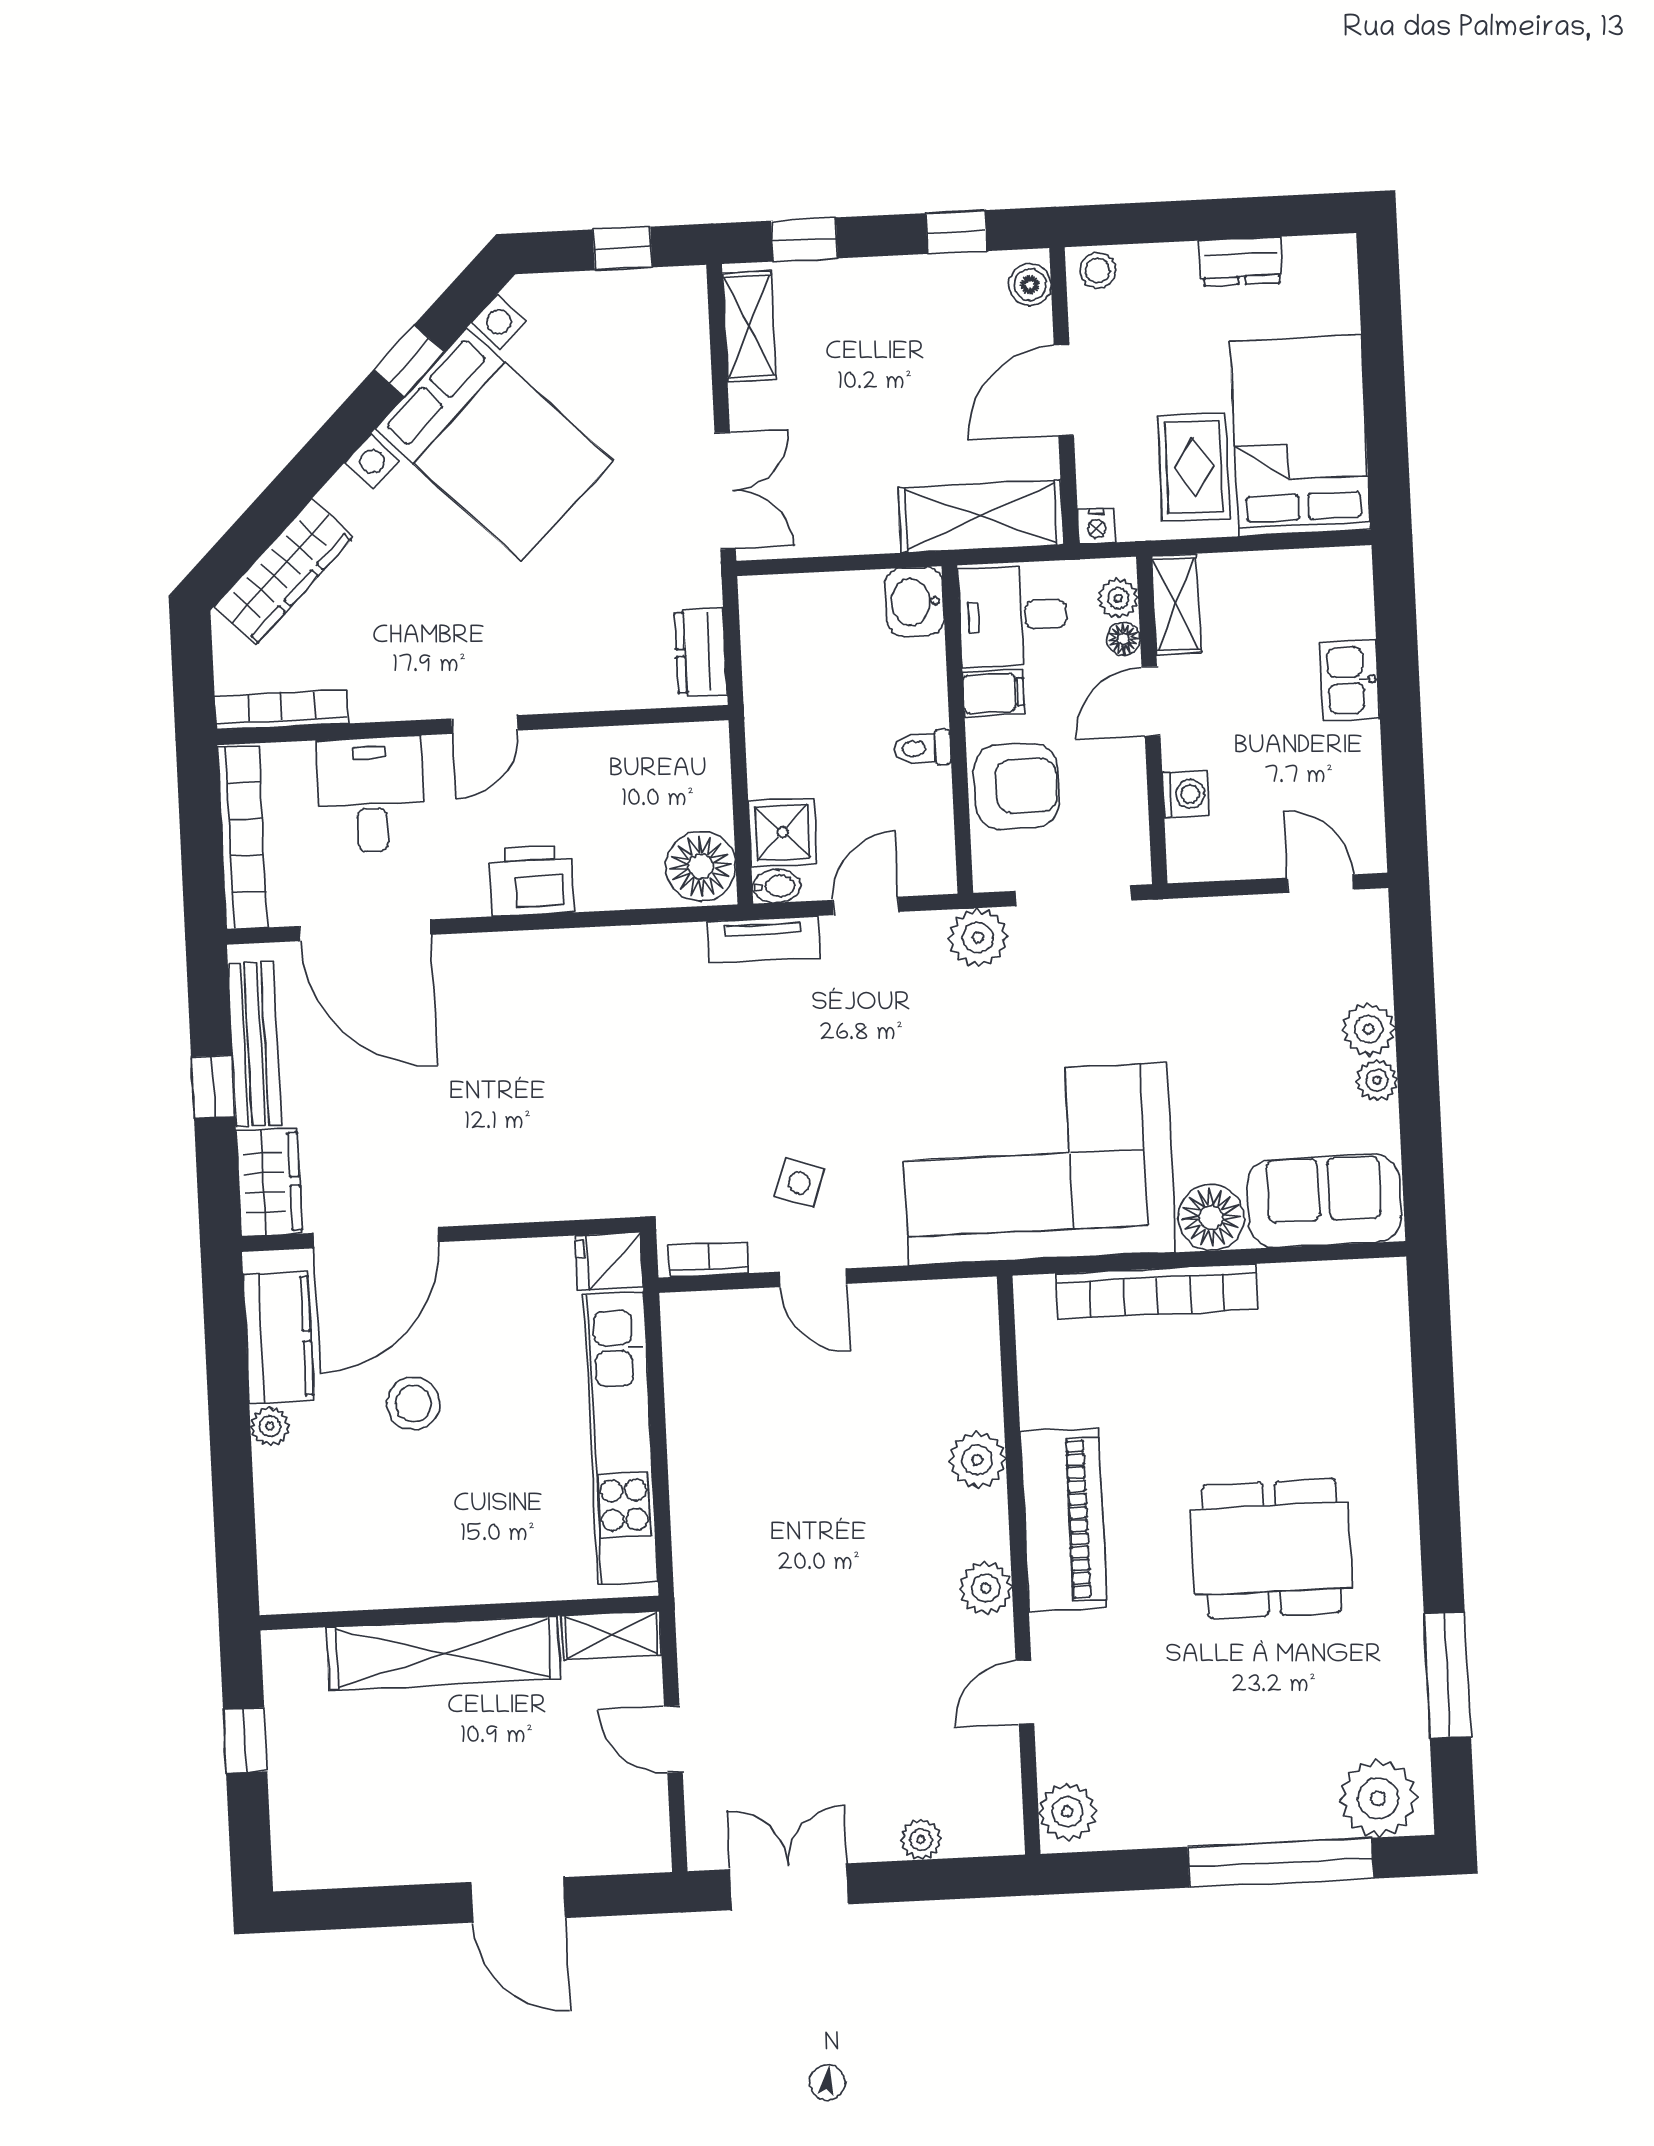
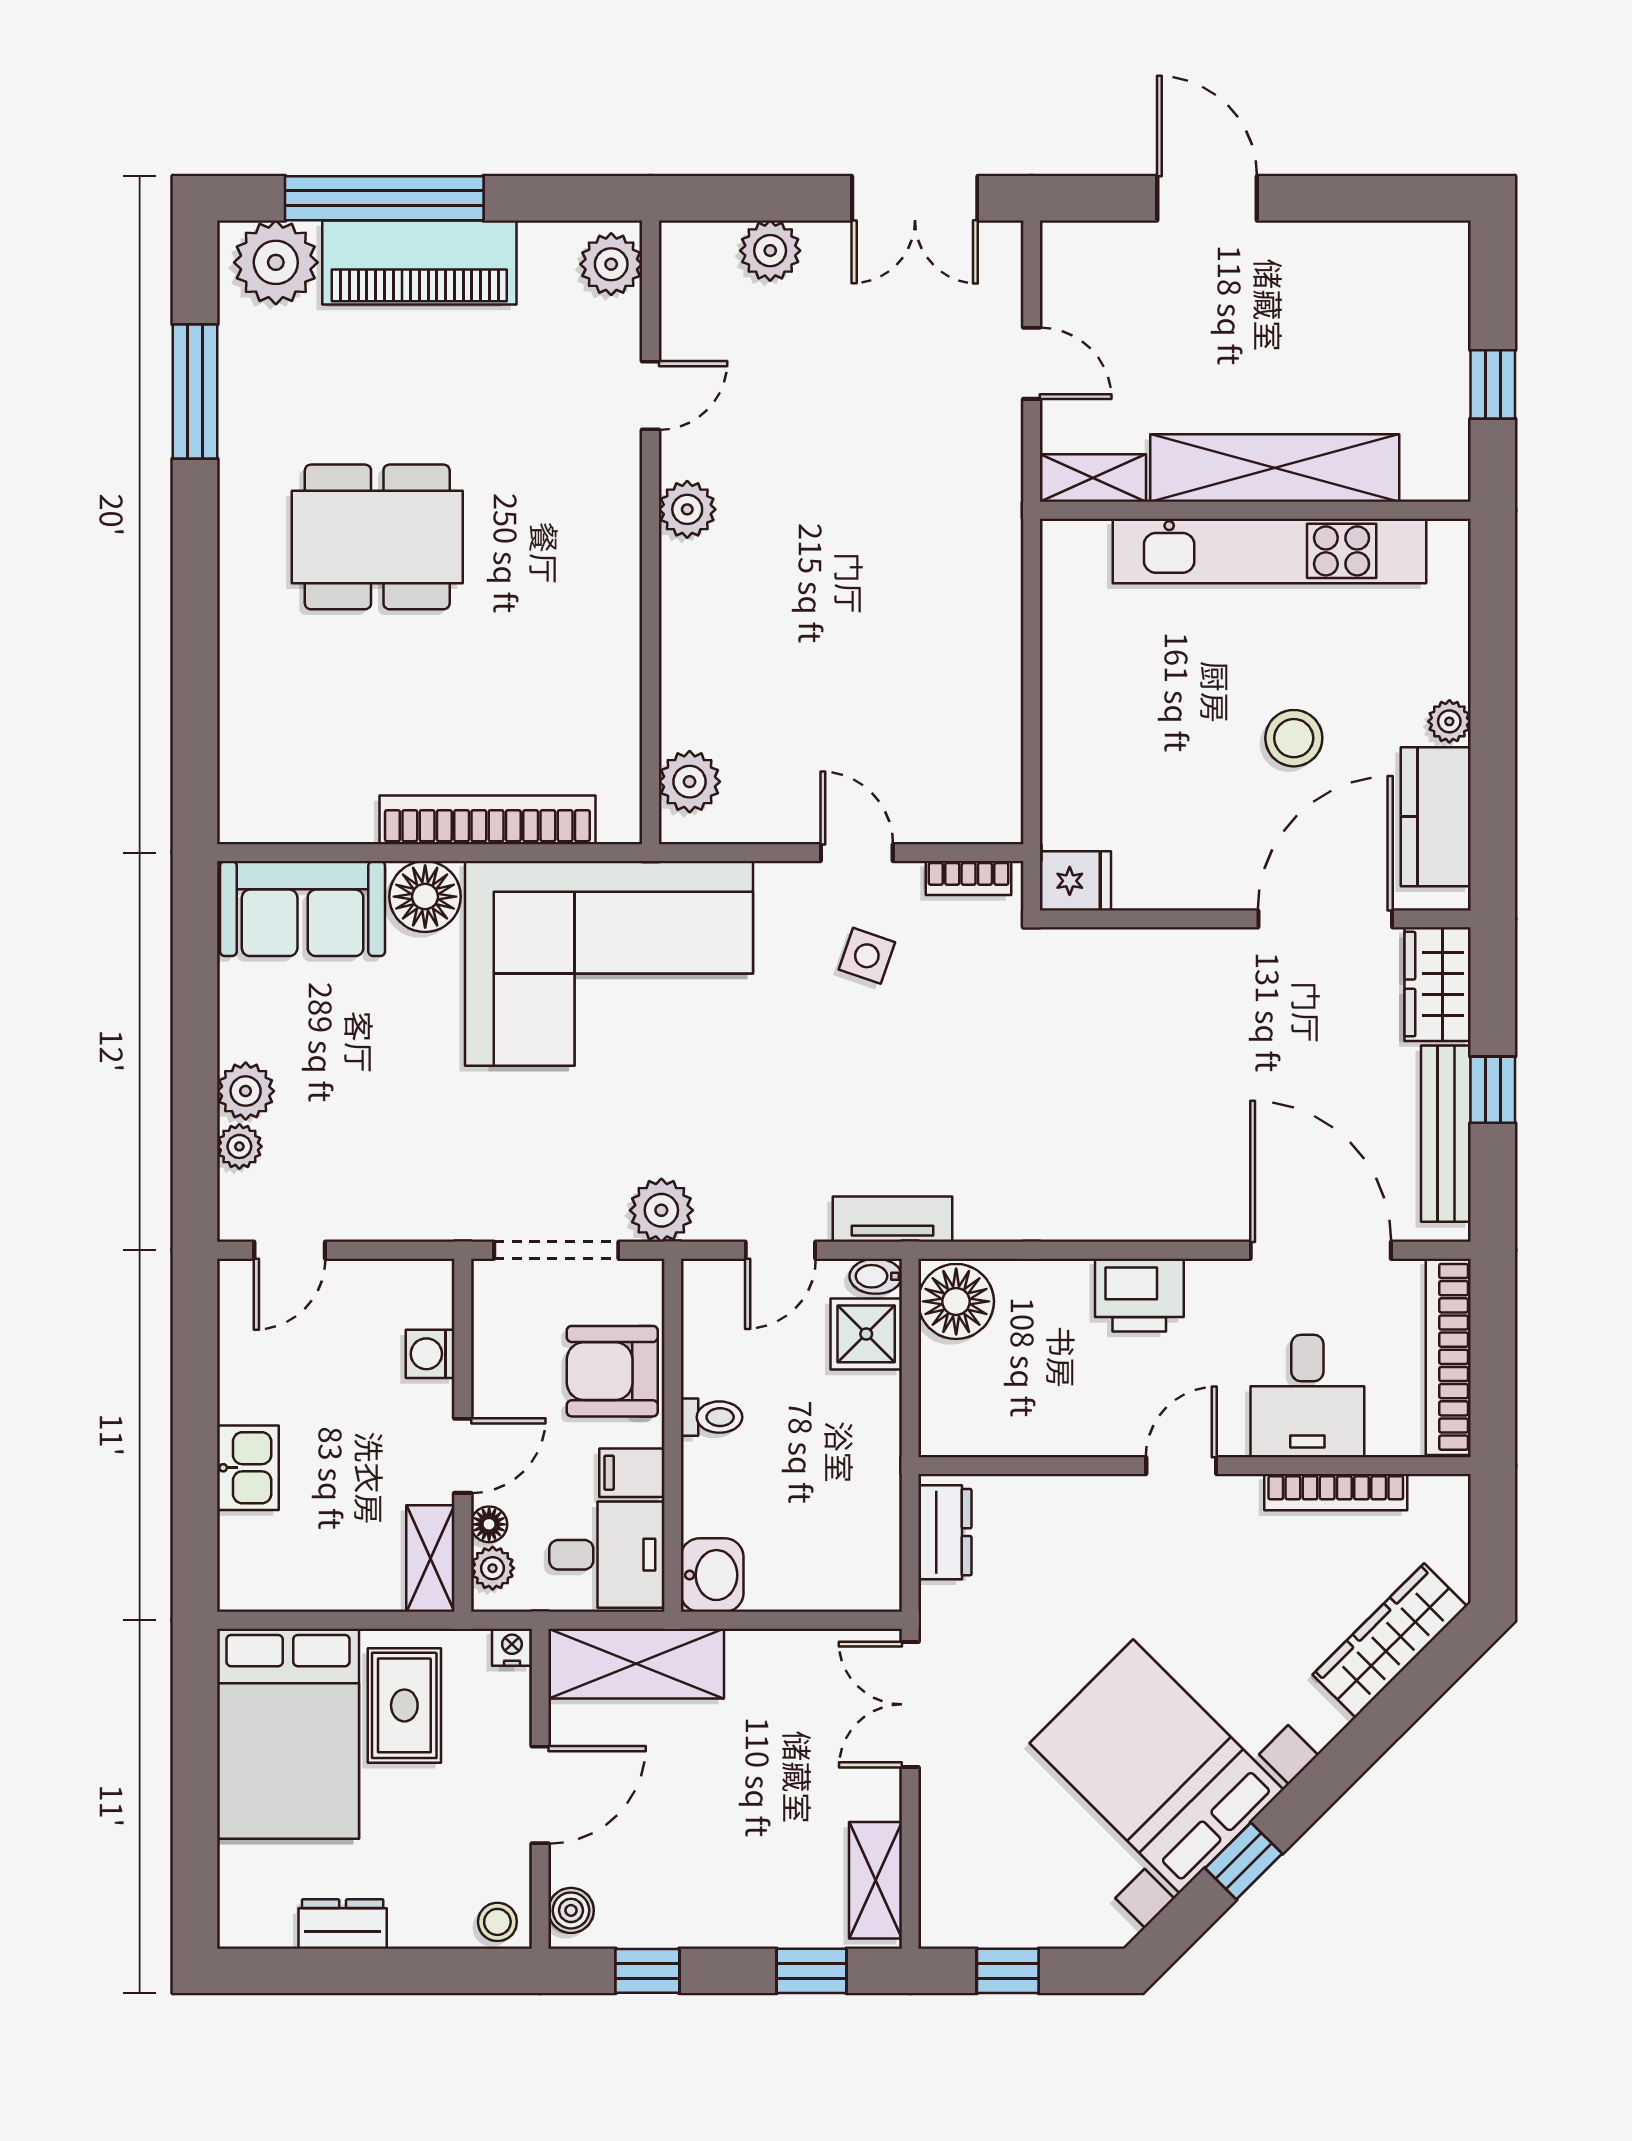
bookcase: (282, 710) -> (1336, 1492), moved
door: (1321, 884) -> (290, 1250), hinge flipped
plant: (1377, 1080) -> (239, 1146), moved
kitchen unit: (621, 1438) -> (1269, 551), moved, turned 90
plant: (977, 1460) -> (690, 782), moved
piano: (1063, 1520) -> (419, 263), moved, turned -90
plant: (921, 1839) -> (770, 251), width x1.38, depth x1.38

